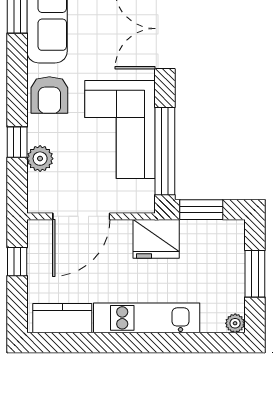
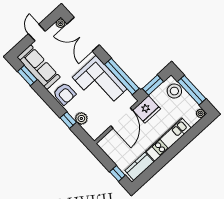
door: (81, 216) -> (122, 118), moved
stool: (226, 250) -> (174, 91), added
window: (17, 262) -> (117, 174), moved
window: (255, 274) -> (192, 90), width x1.44

